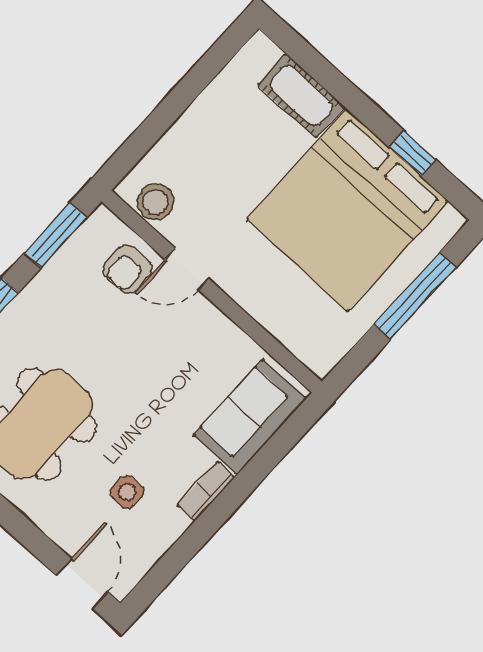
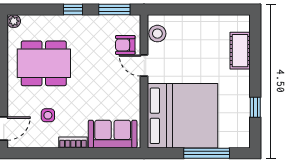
bed: (347, 210) -> (183, 116), moved, turned 180

